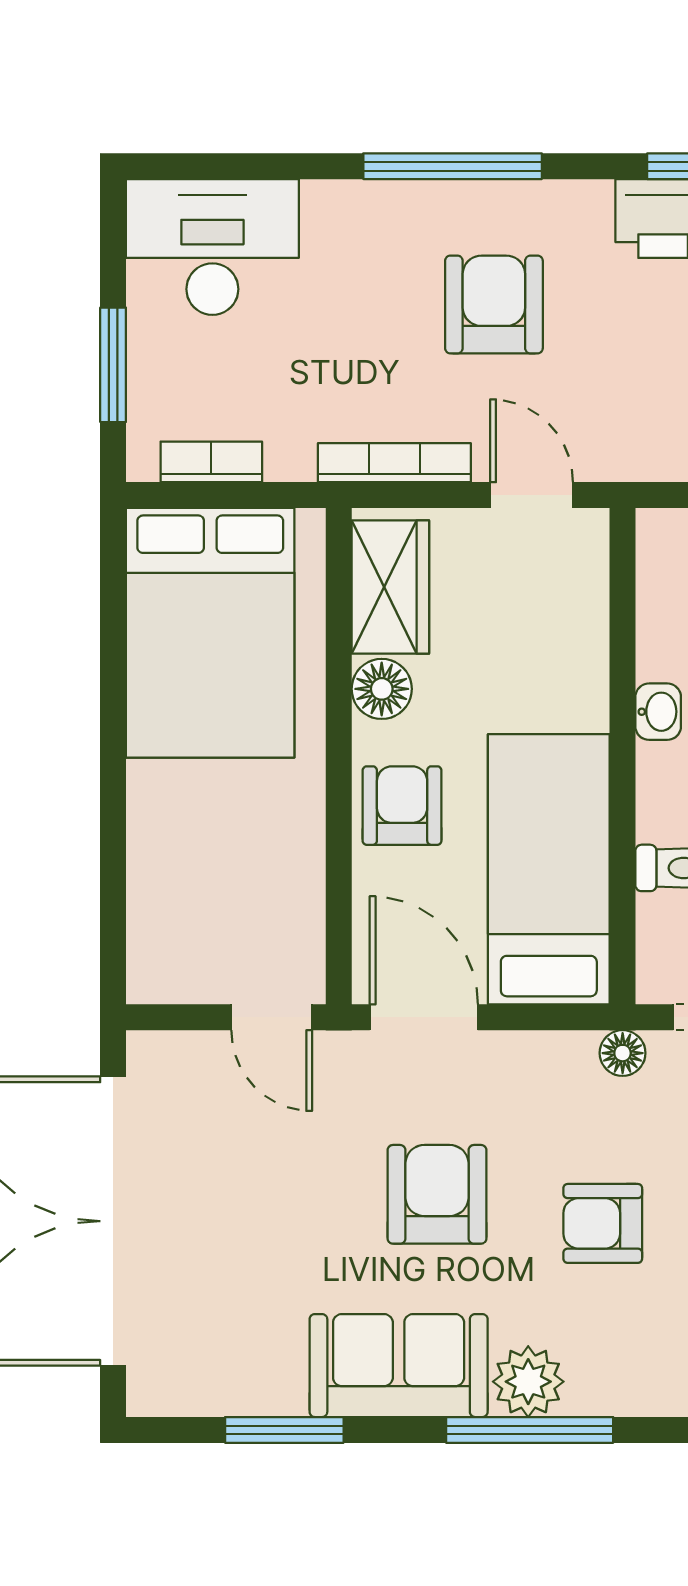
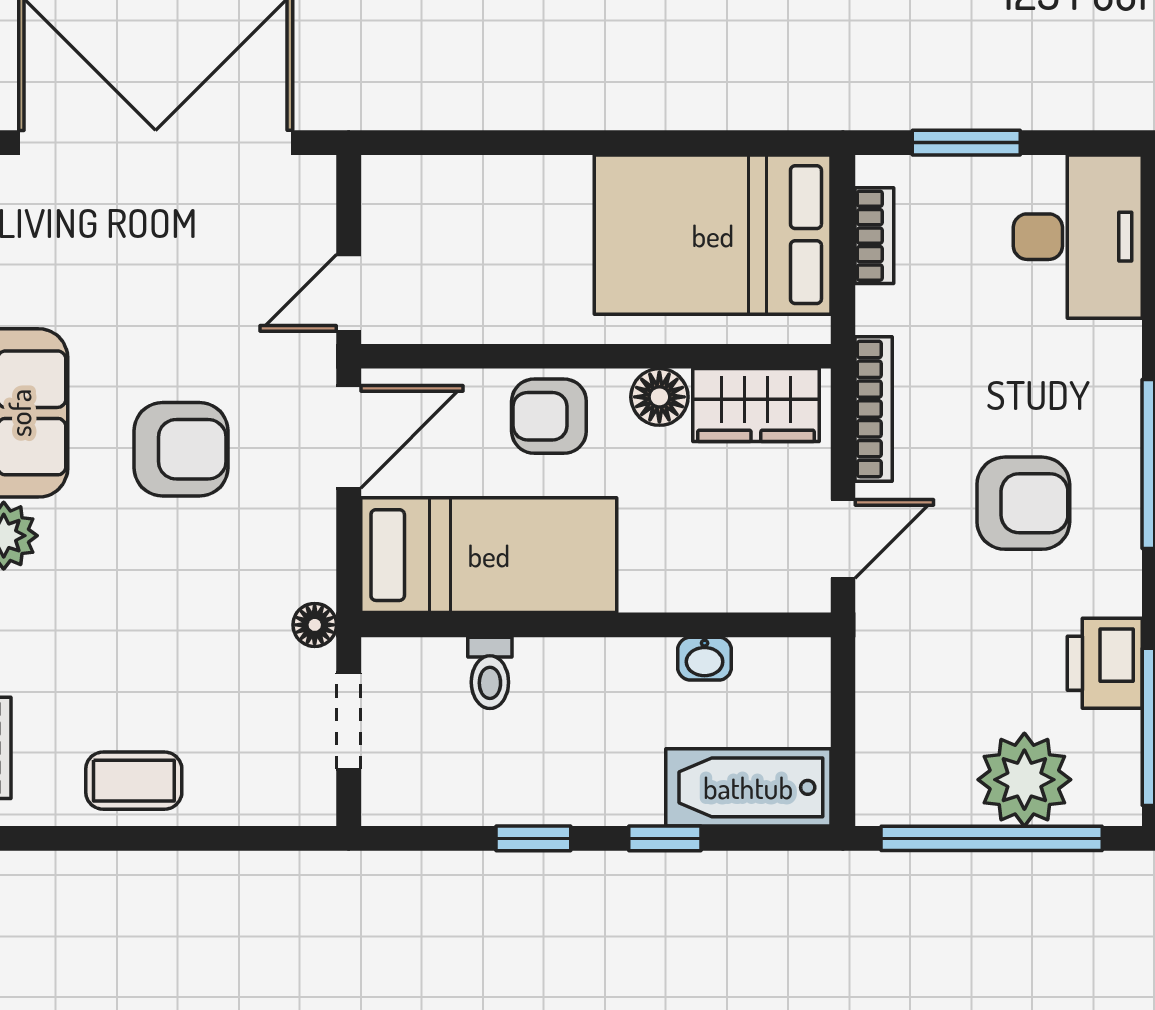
washbasin: (658, 712) -> (705, 659), moved
armchair: (402, 806) -> (549, 416), turned 180
armchair: (603, 1223) -> (153, 606), removed

